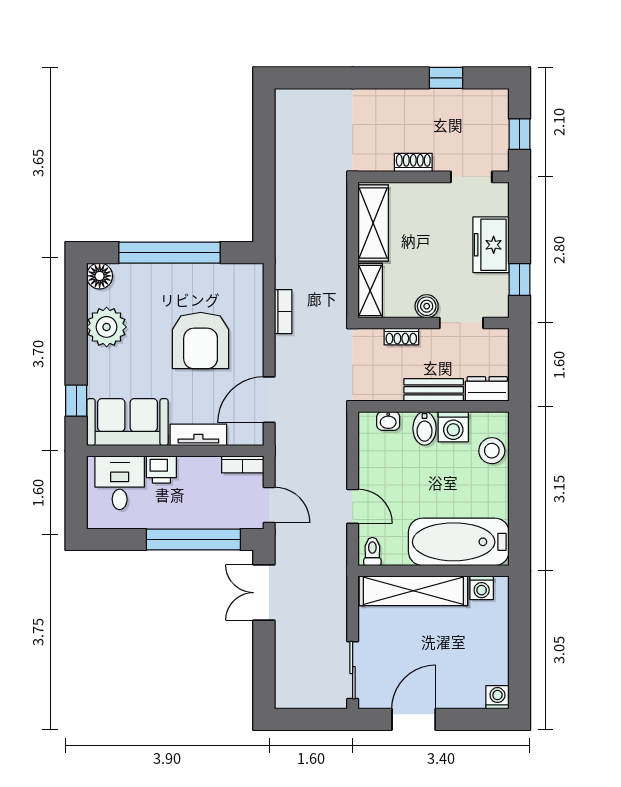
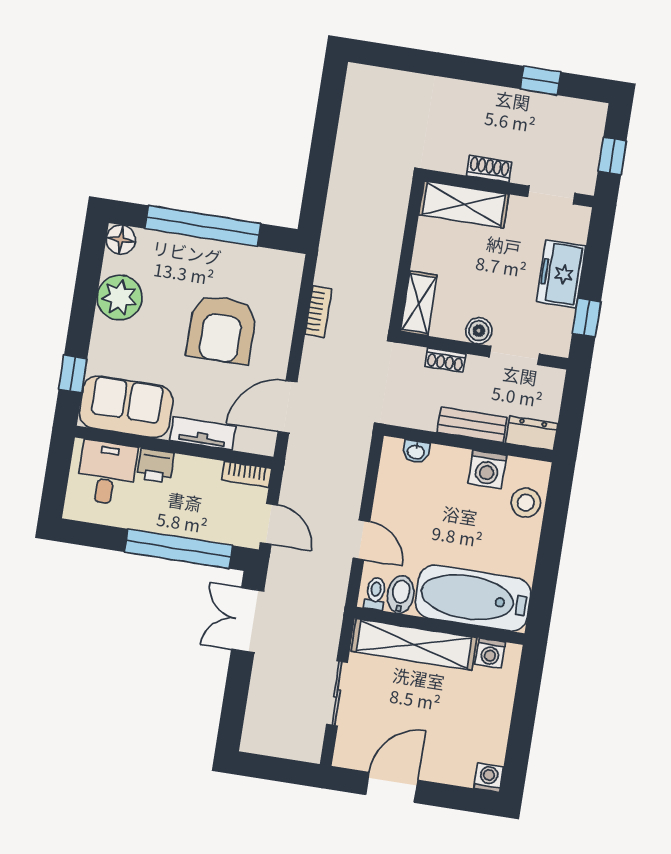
shelving: (373, 223) -> (464, 205), moved, turned 90
bidet: (425, 428) -> (401, 595), moved, turned 180
sliding door: (353, 670) -> (337, 693), moved

